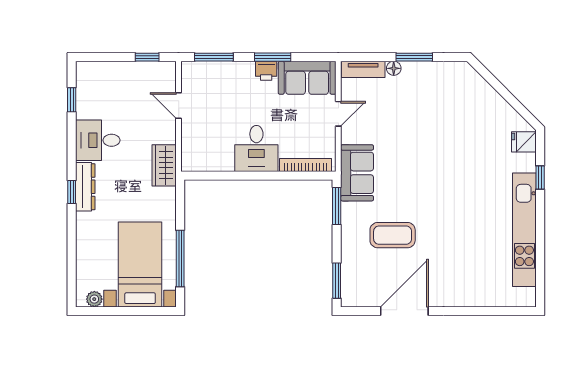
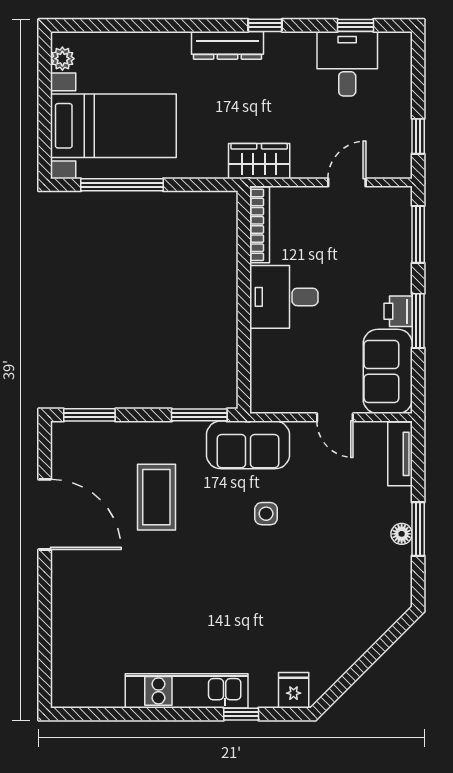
floor lamp: (394, 68) -> (402, 534), moved
desk: (98, 140) -> (347, 64), moved
side table: (404, 161) -> (266, 514), added
bookcase: (305, 165) -> (260, 225), moved
window: (72, 192) -> (265, 25), moved
kitchen unit: (524, 230) -> (187, 691), width x0.73

